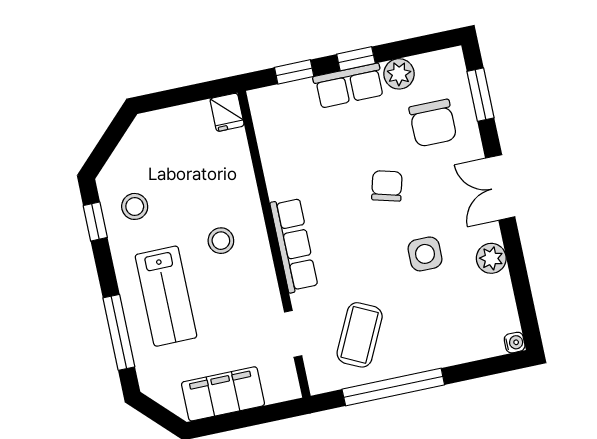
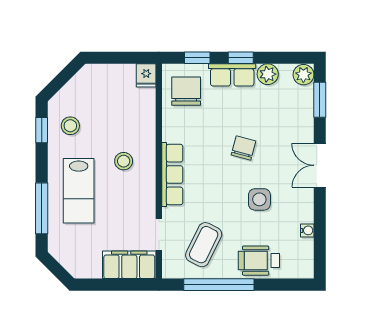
chair: (433, 123) -> (186, 91), moved, turned 180
plant: (491, 258) -> (303, 75), moved
wheelchair: (443, 341) -> (259, 261), added
water cooler: (515, 343) -> (307, 230), moved
filing cabinet: (223, 394) -> (129, 265), moved

